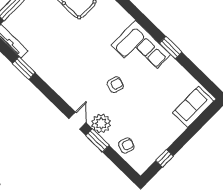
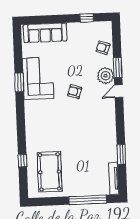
corner sofa: (141, 50) -> (38, 78), moved
sofa: (193, 107) -> (45, 33), width x1.36

